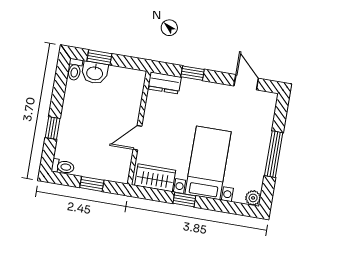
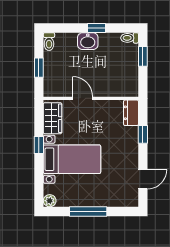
washbasin: (95, 73) -> (88, 41), moved, turned -90
window: (53, 128) -> (97, 28), moved

